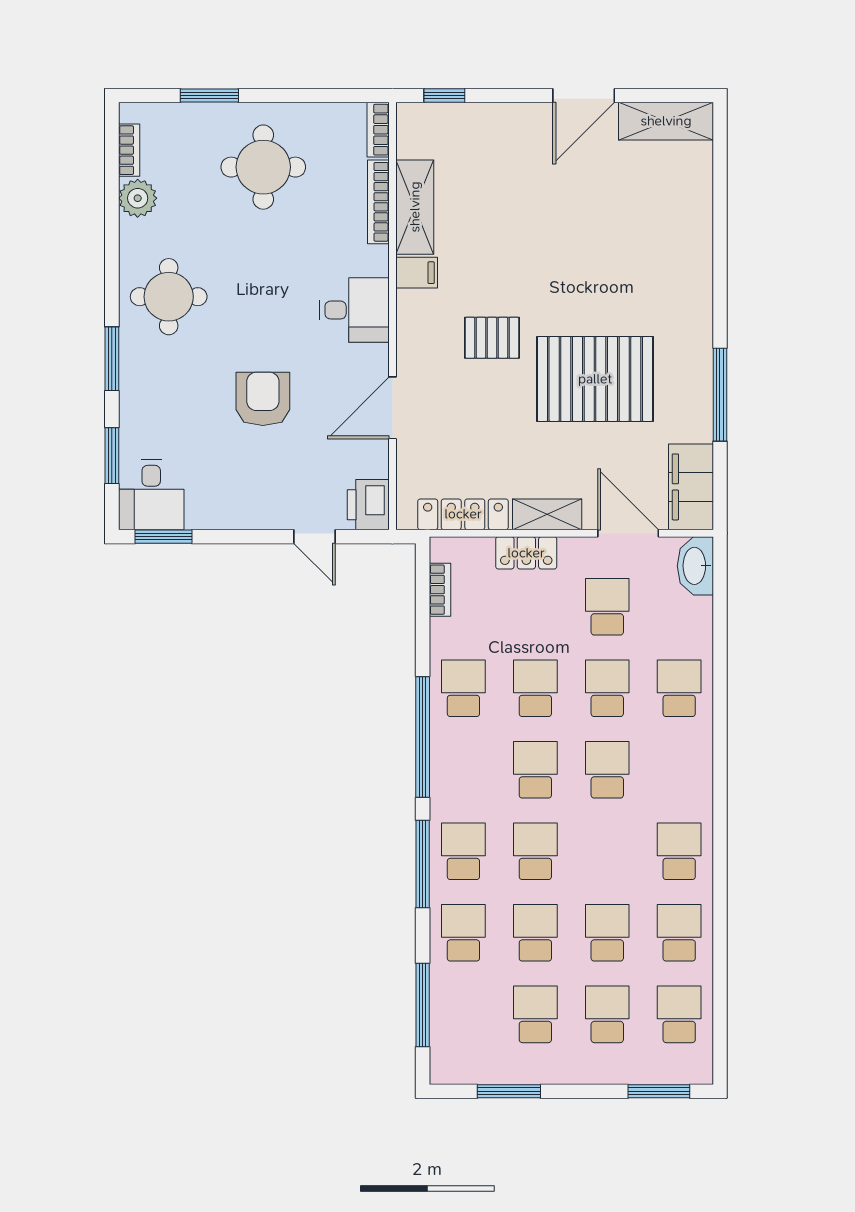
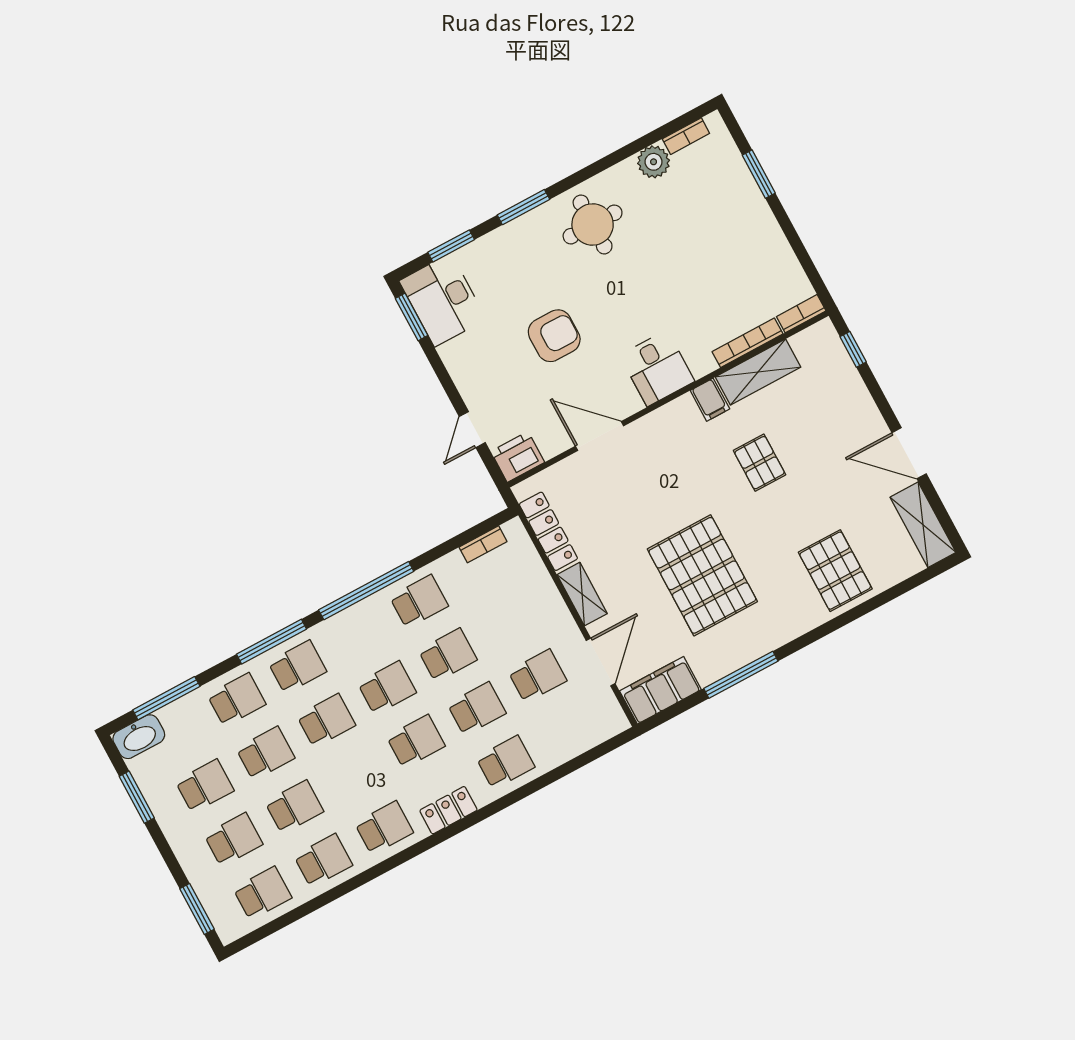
round table: (263, 167) -> (727, 243), removed
pallet: (664, 238) -> (835, 571), added
pallet: (492, 338) -> (760, 463), moved
desk: (151, 495) -> (443, 300), width x1.37
locker: (526, 553) -> (448, 810), moved, turned 90
washbasin: (695, 566) -> (139, 737), moved, turned 180

